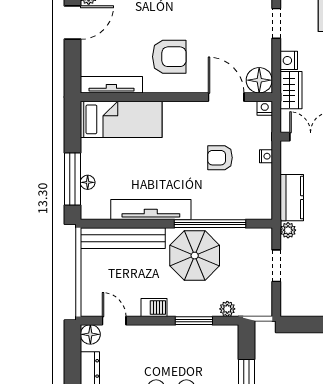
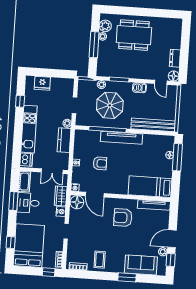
tv unit: (151, 209) -> (121, 138), moved
parasol: (195, 256) -> (110, 105), moved

